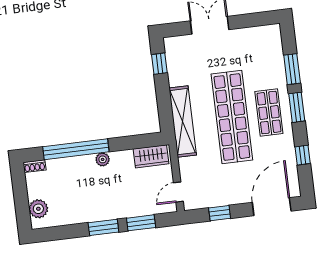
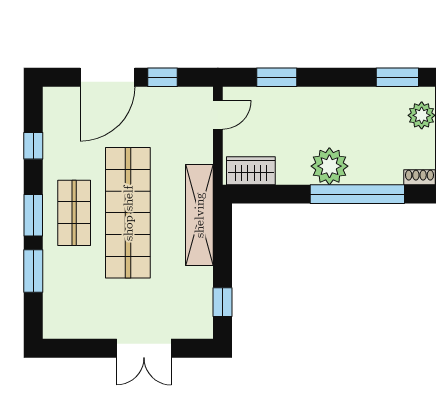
plant: (103, 159) -> (329, 166), width x1.87, depth x1.87
door: (272, 207) -> (107, 77), moved
window: (103, 227) -> (397, 77), moved

